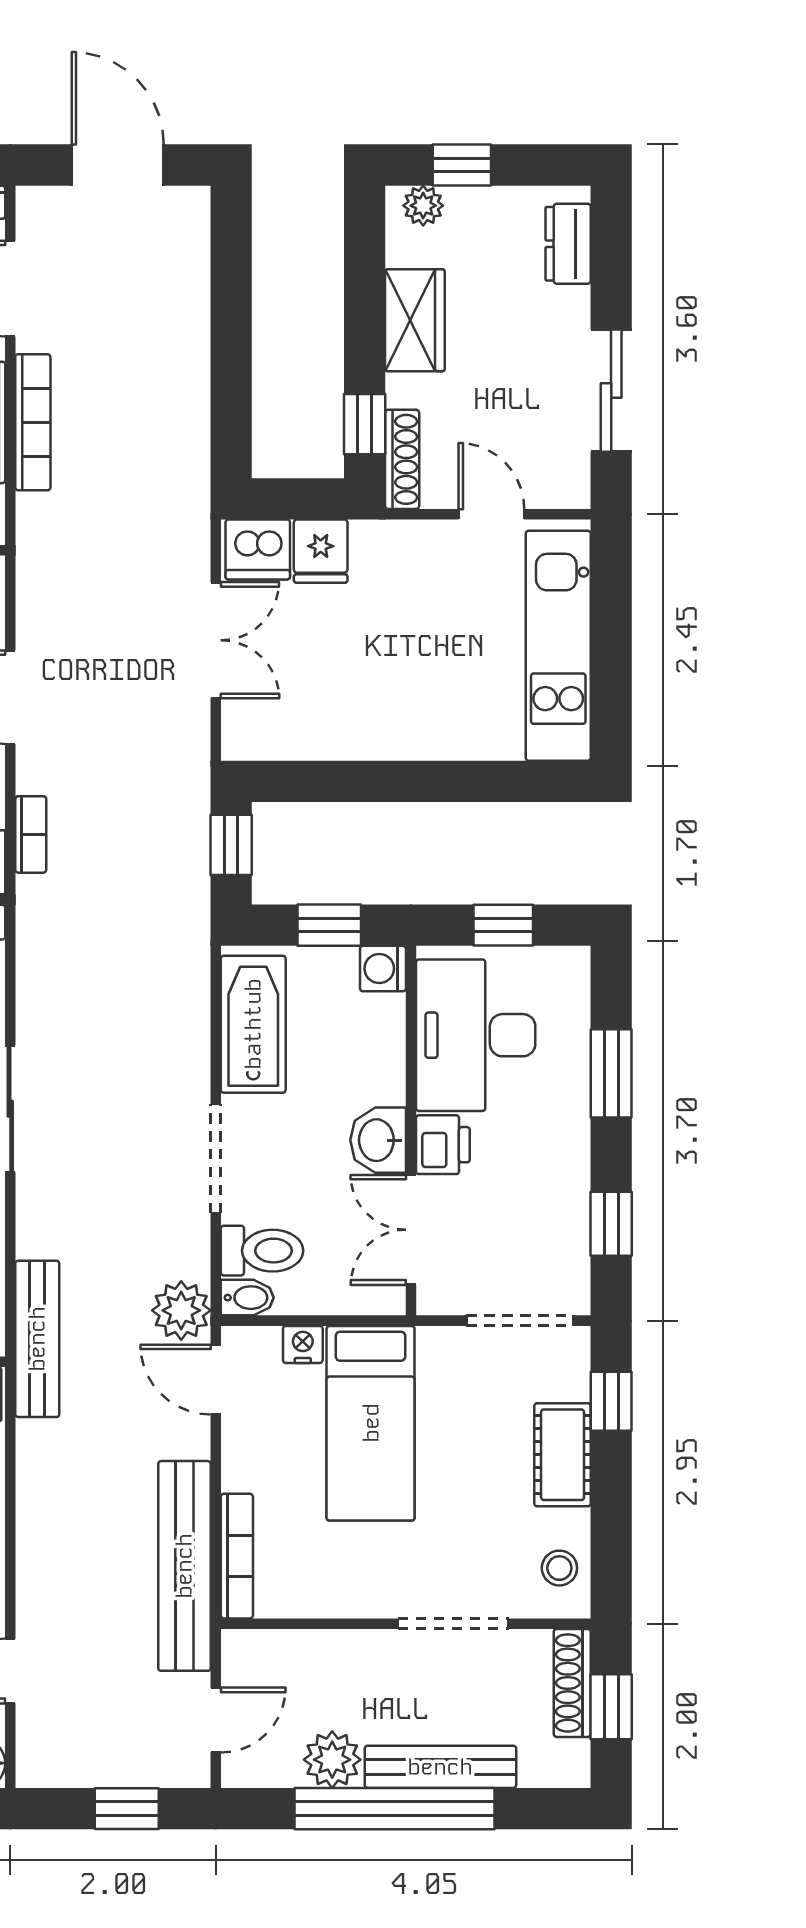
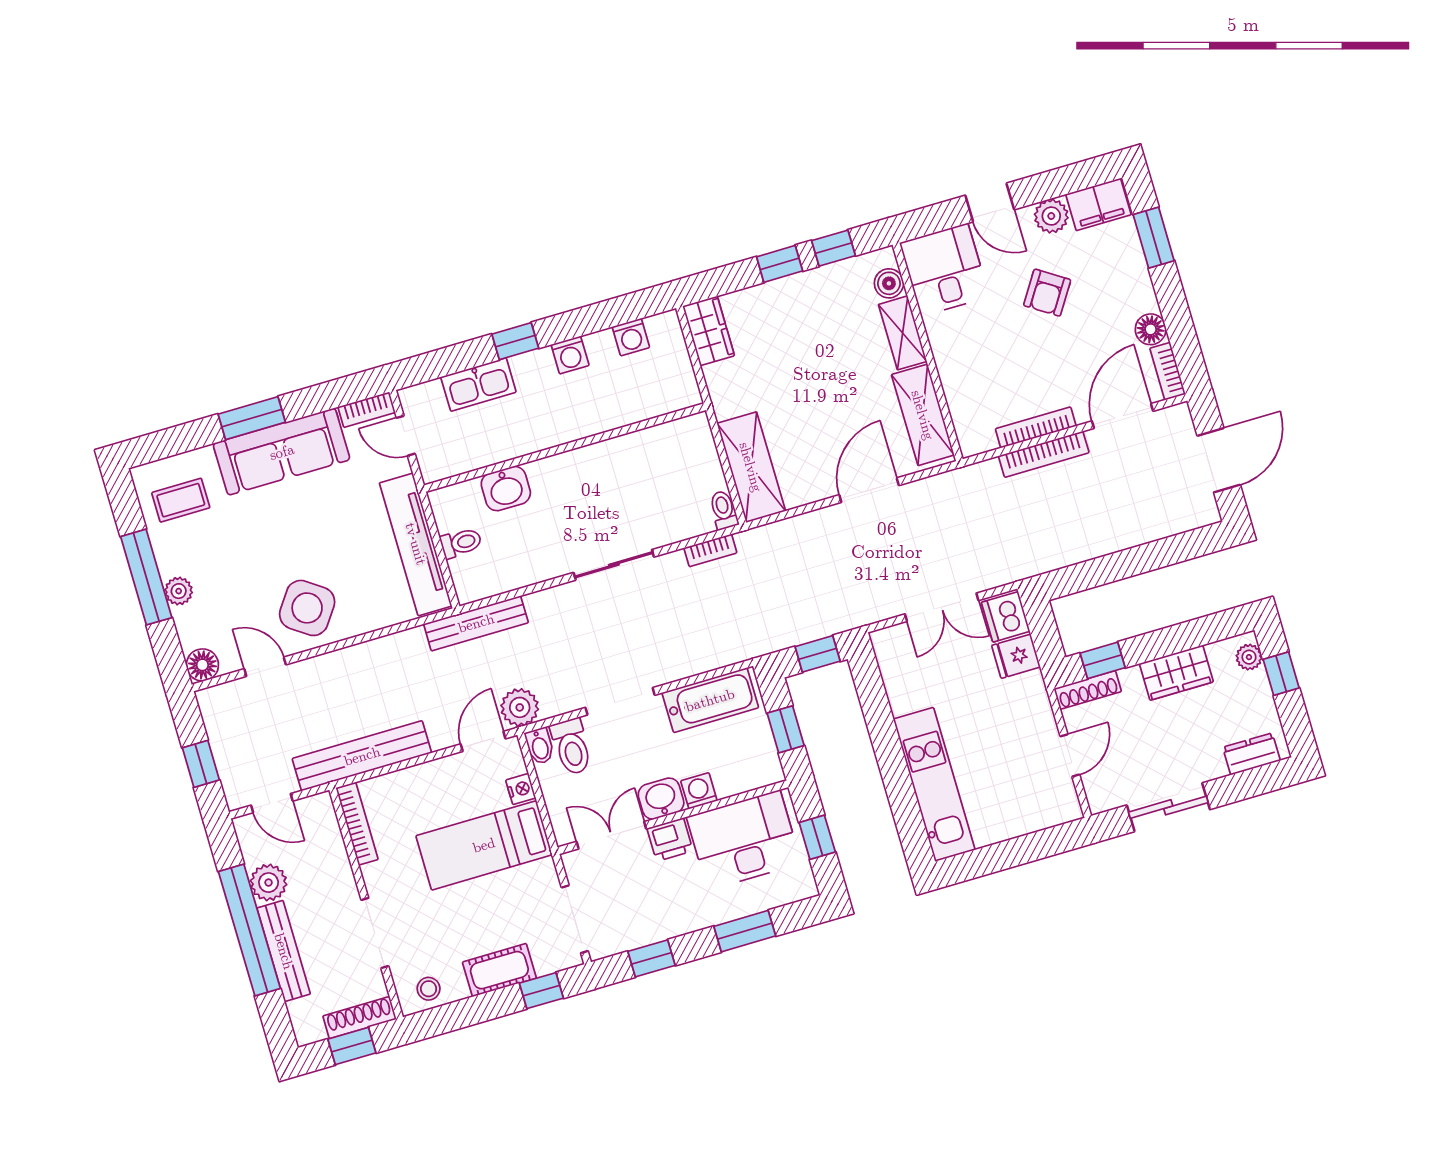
kitchen unit: (558, 646) -> (934, 784), moved, turned 90
bookcase: (31, 834) -> (710, 550), moved
washing machine: (383, 969) -> (699, 791), moved
bookcase: (237, 1556) -> (357, 824), moved, turned -90

